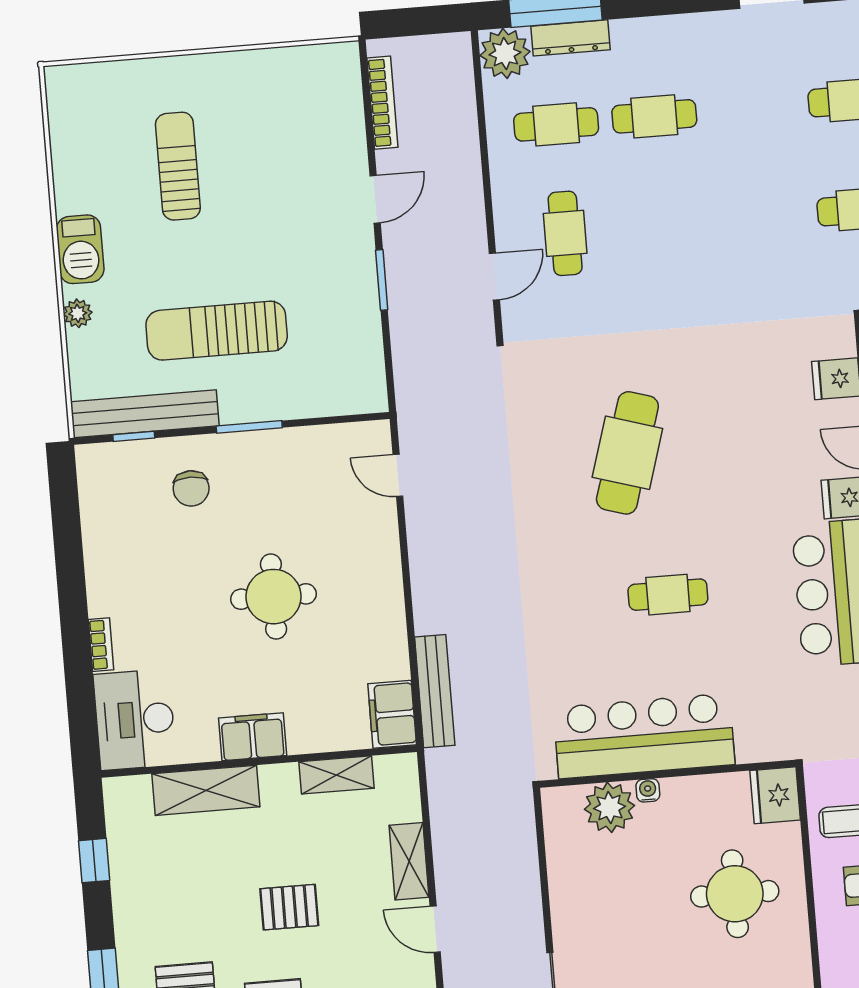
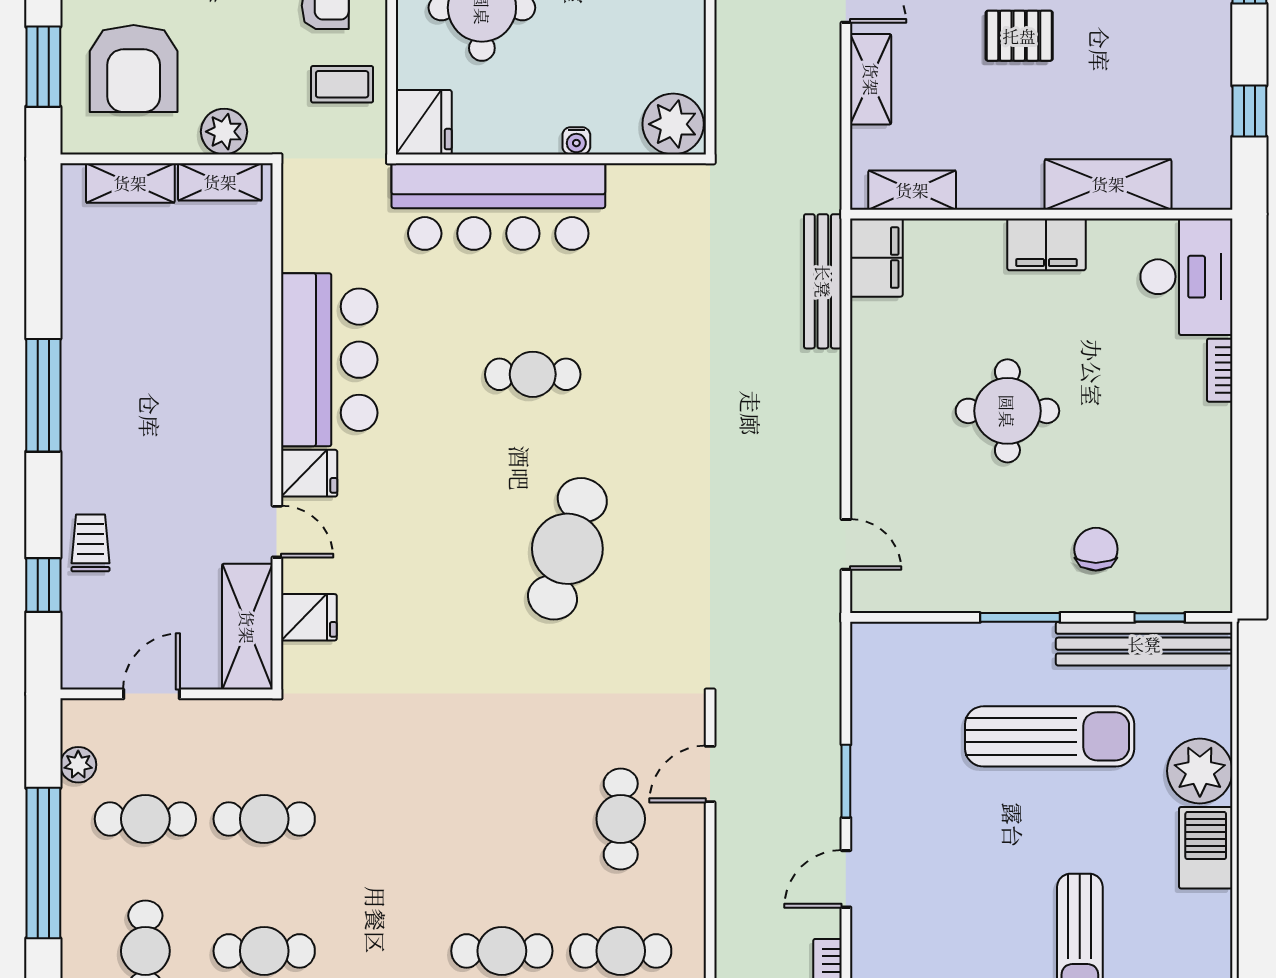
plant: (78, 313) -> (1200, 771), width x1.88, depth x1.88
bar counter: (644, 736) -> (498, 207), moved
shelving: (337, 775) -> (912, 190), moved
plant: (610, 807) -> (673, 124), moved

